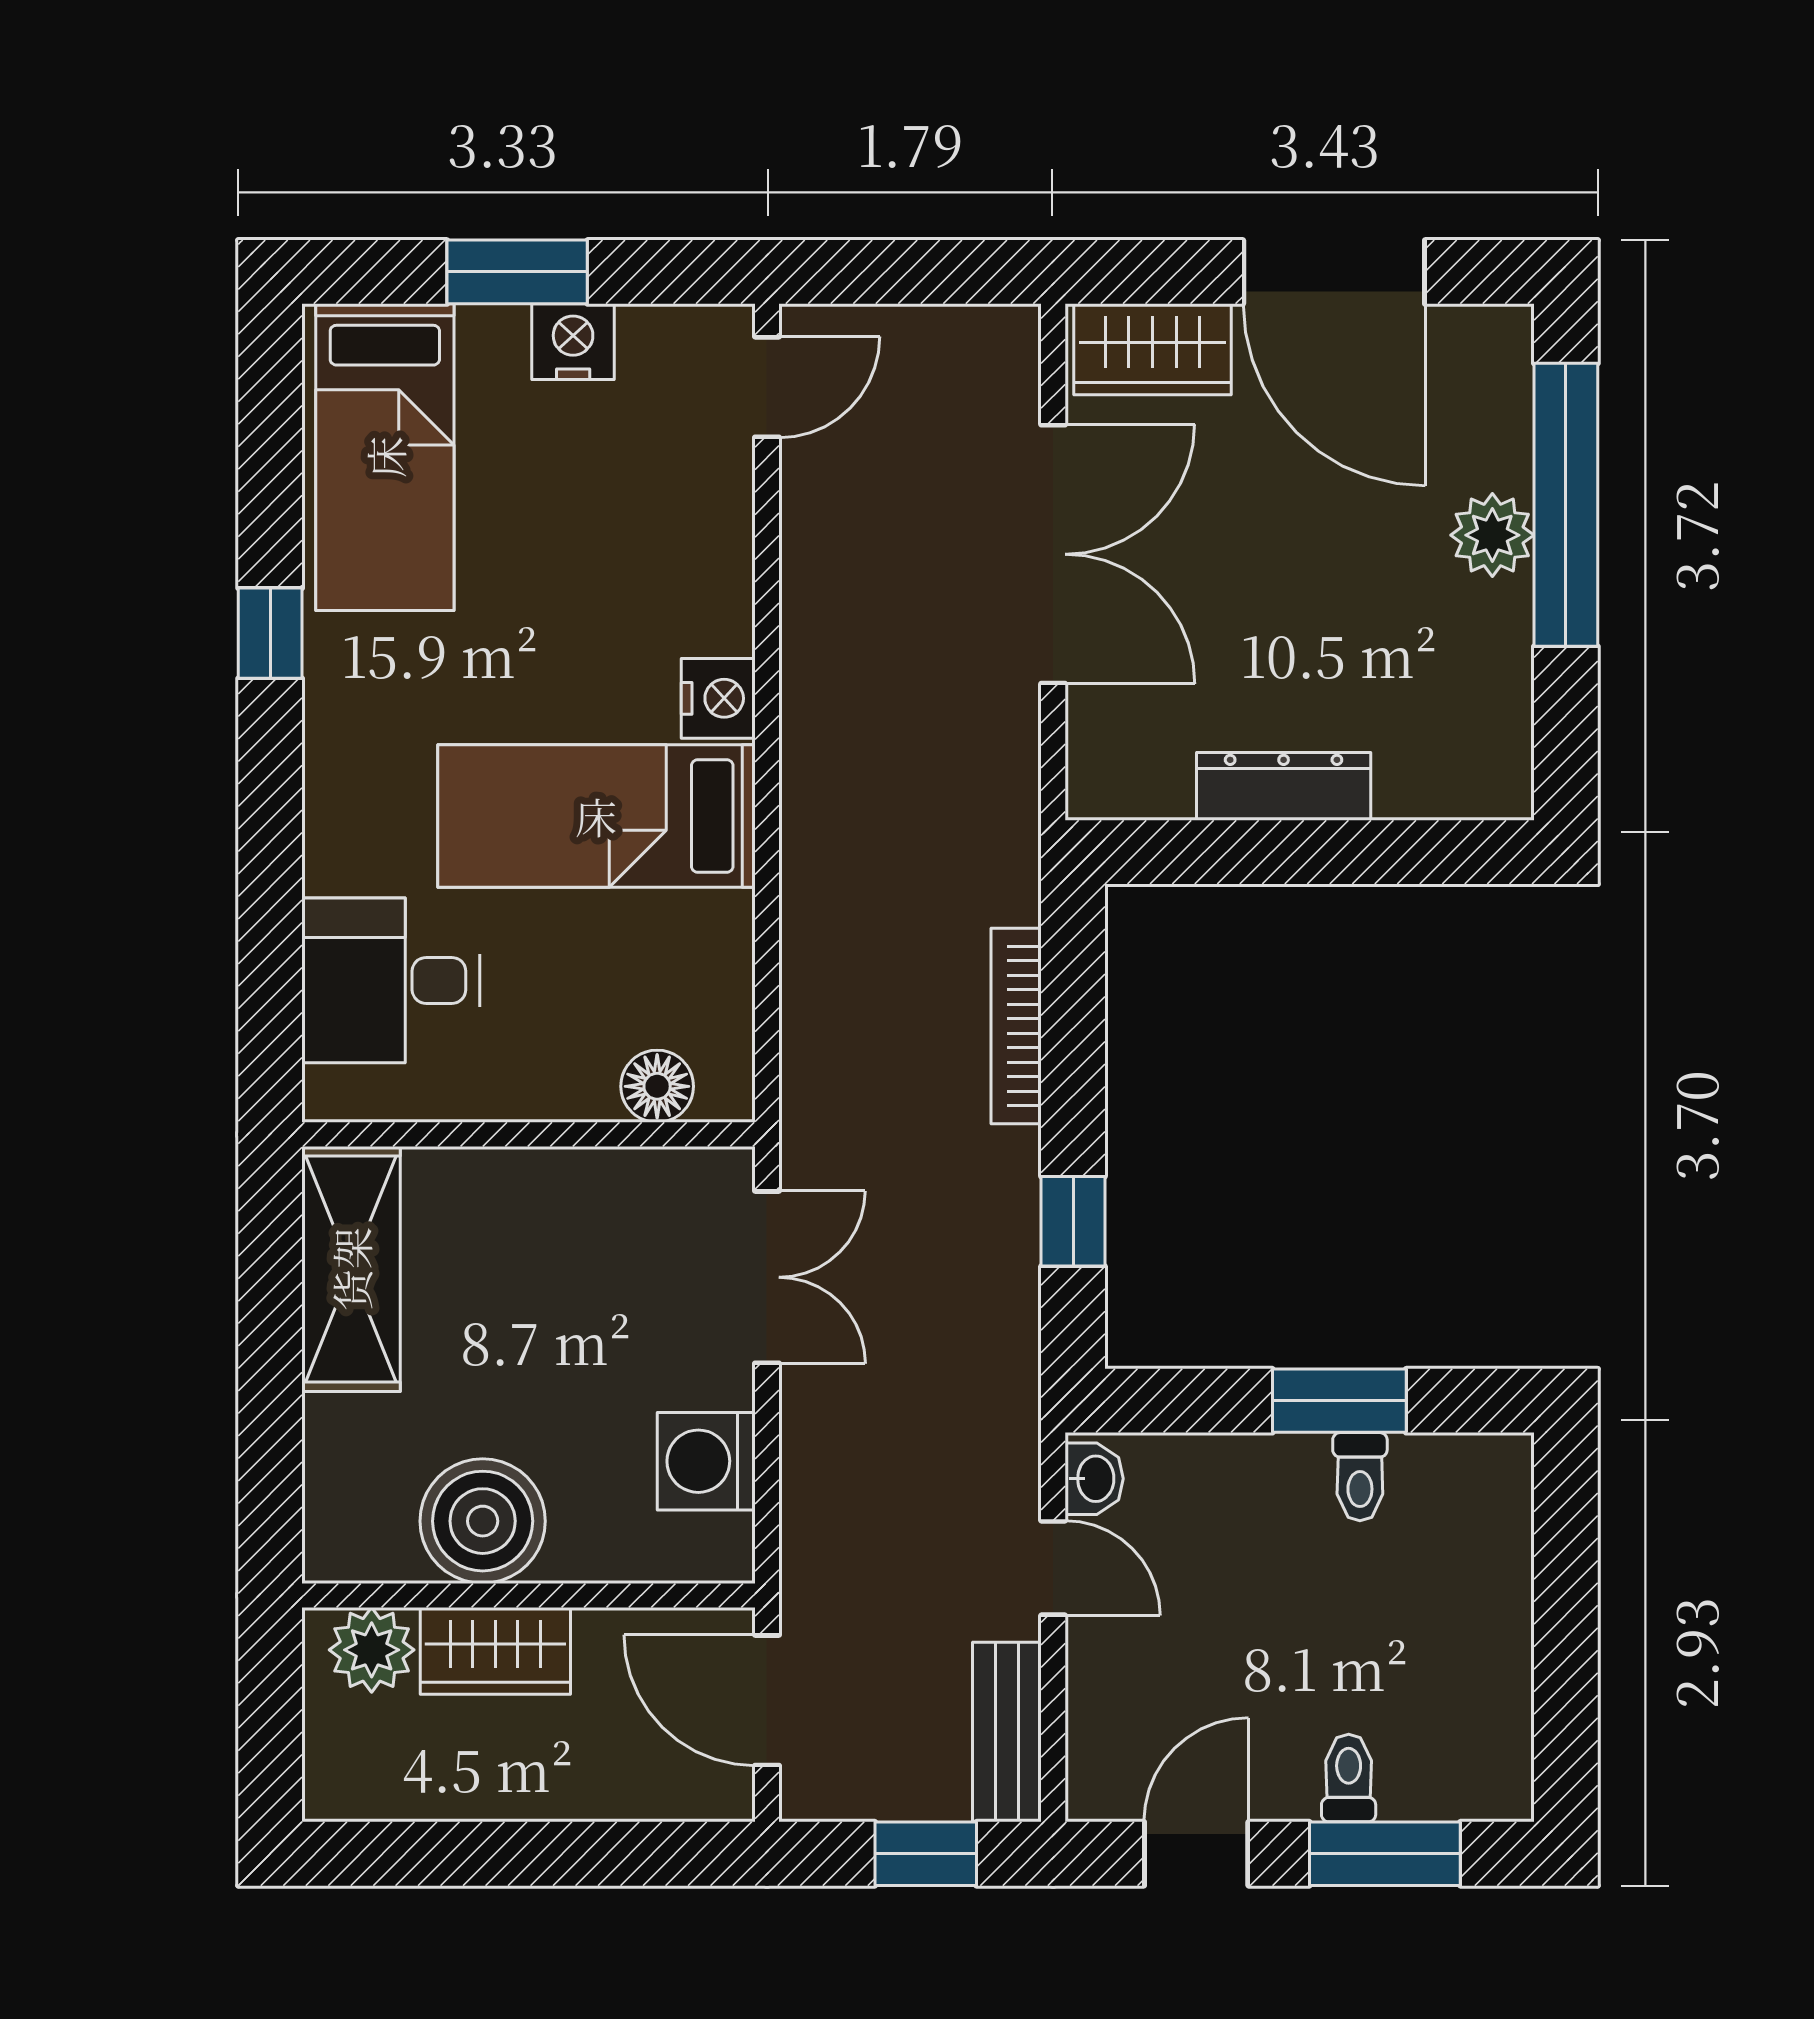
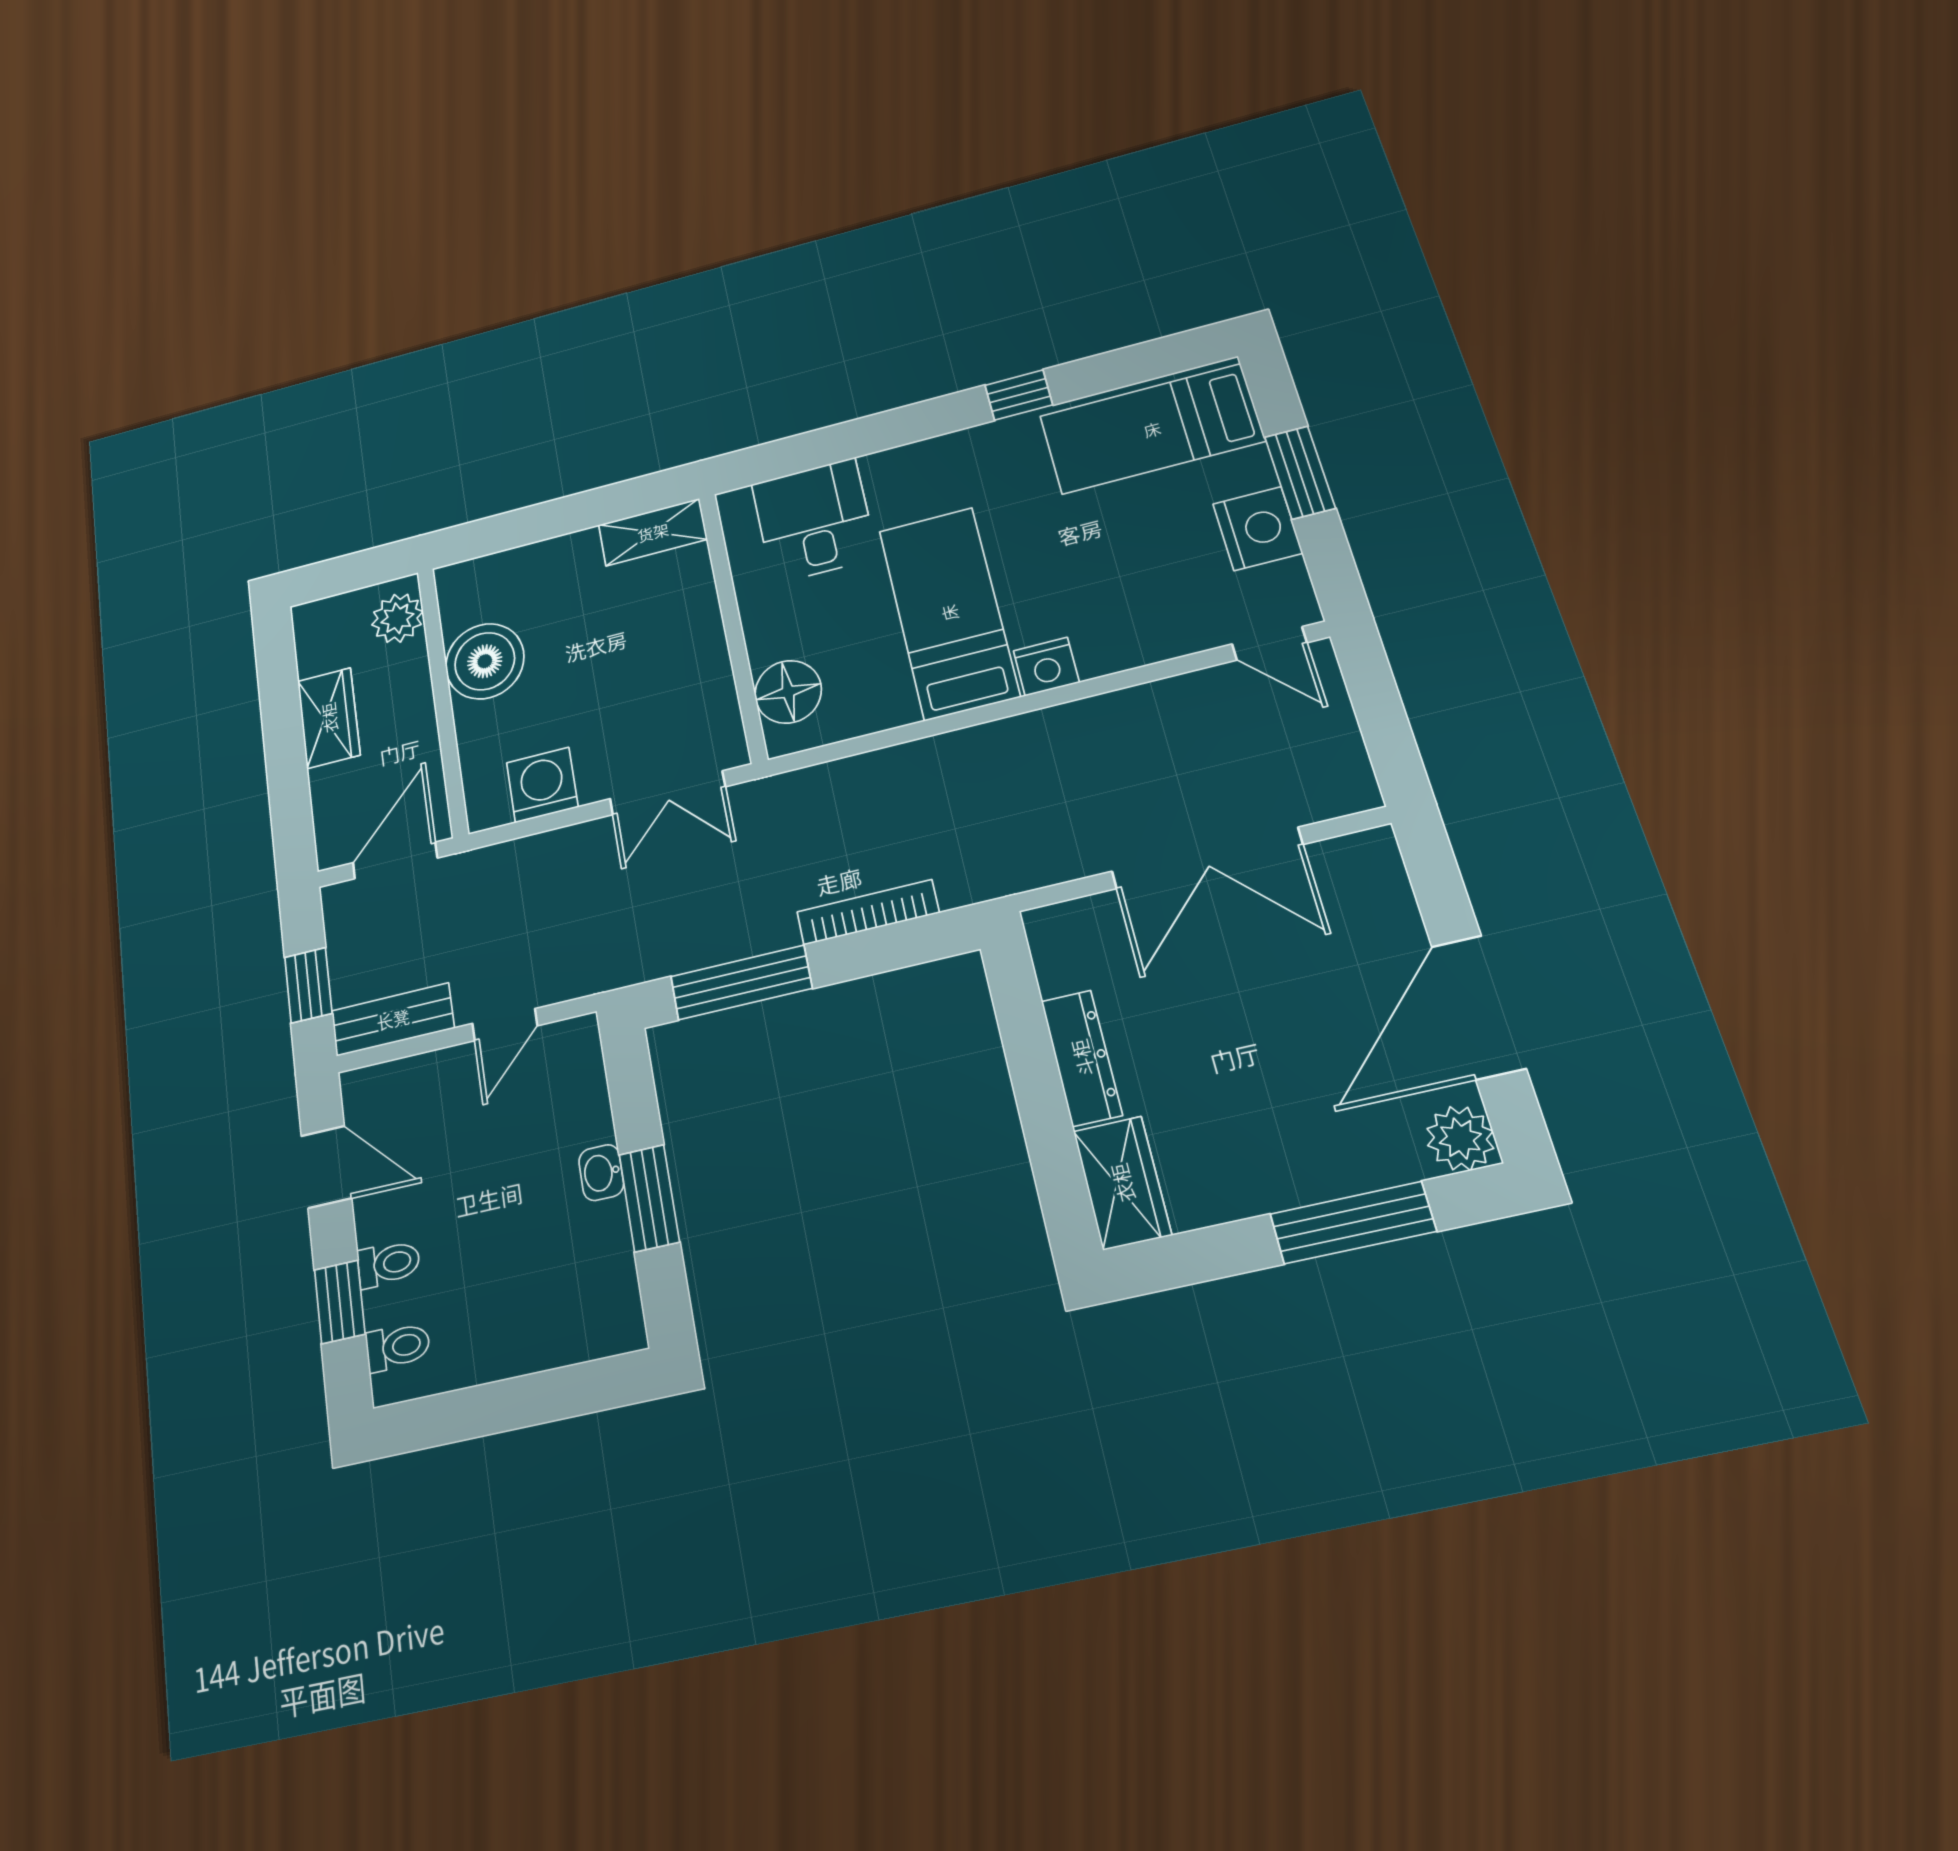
nightstand: (573, 342) -> (1258, 529), width x1.36, depth x1.33
wardrobe: (1152, 349) -> (1122, 1183), moved, turned 180
window: (1566, 505) -> (1353, 1223), width x0.68
plant: (1492, 535) -> (1460, 1138), moved
floor lamp: (657, 1086) -> (788, 692), width x1.38, depth x1.38
window: (1073, 1221) -> (741, 982), width x2.17
shelving: (351, 1269) -> (653, 532), width x0.67, depth x0.75
toilet: (1360, 1477) -> (398, 1347), moved, turned 180
washbasin: (1094, 1479) -> (601, 1173), moved, turned 90
wardrobe: (495, 1651) -> (329, 718), moved, turned 180
window: (1385, 1854) -> (340, 1302), width x0.67

